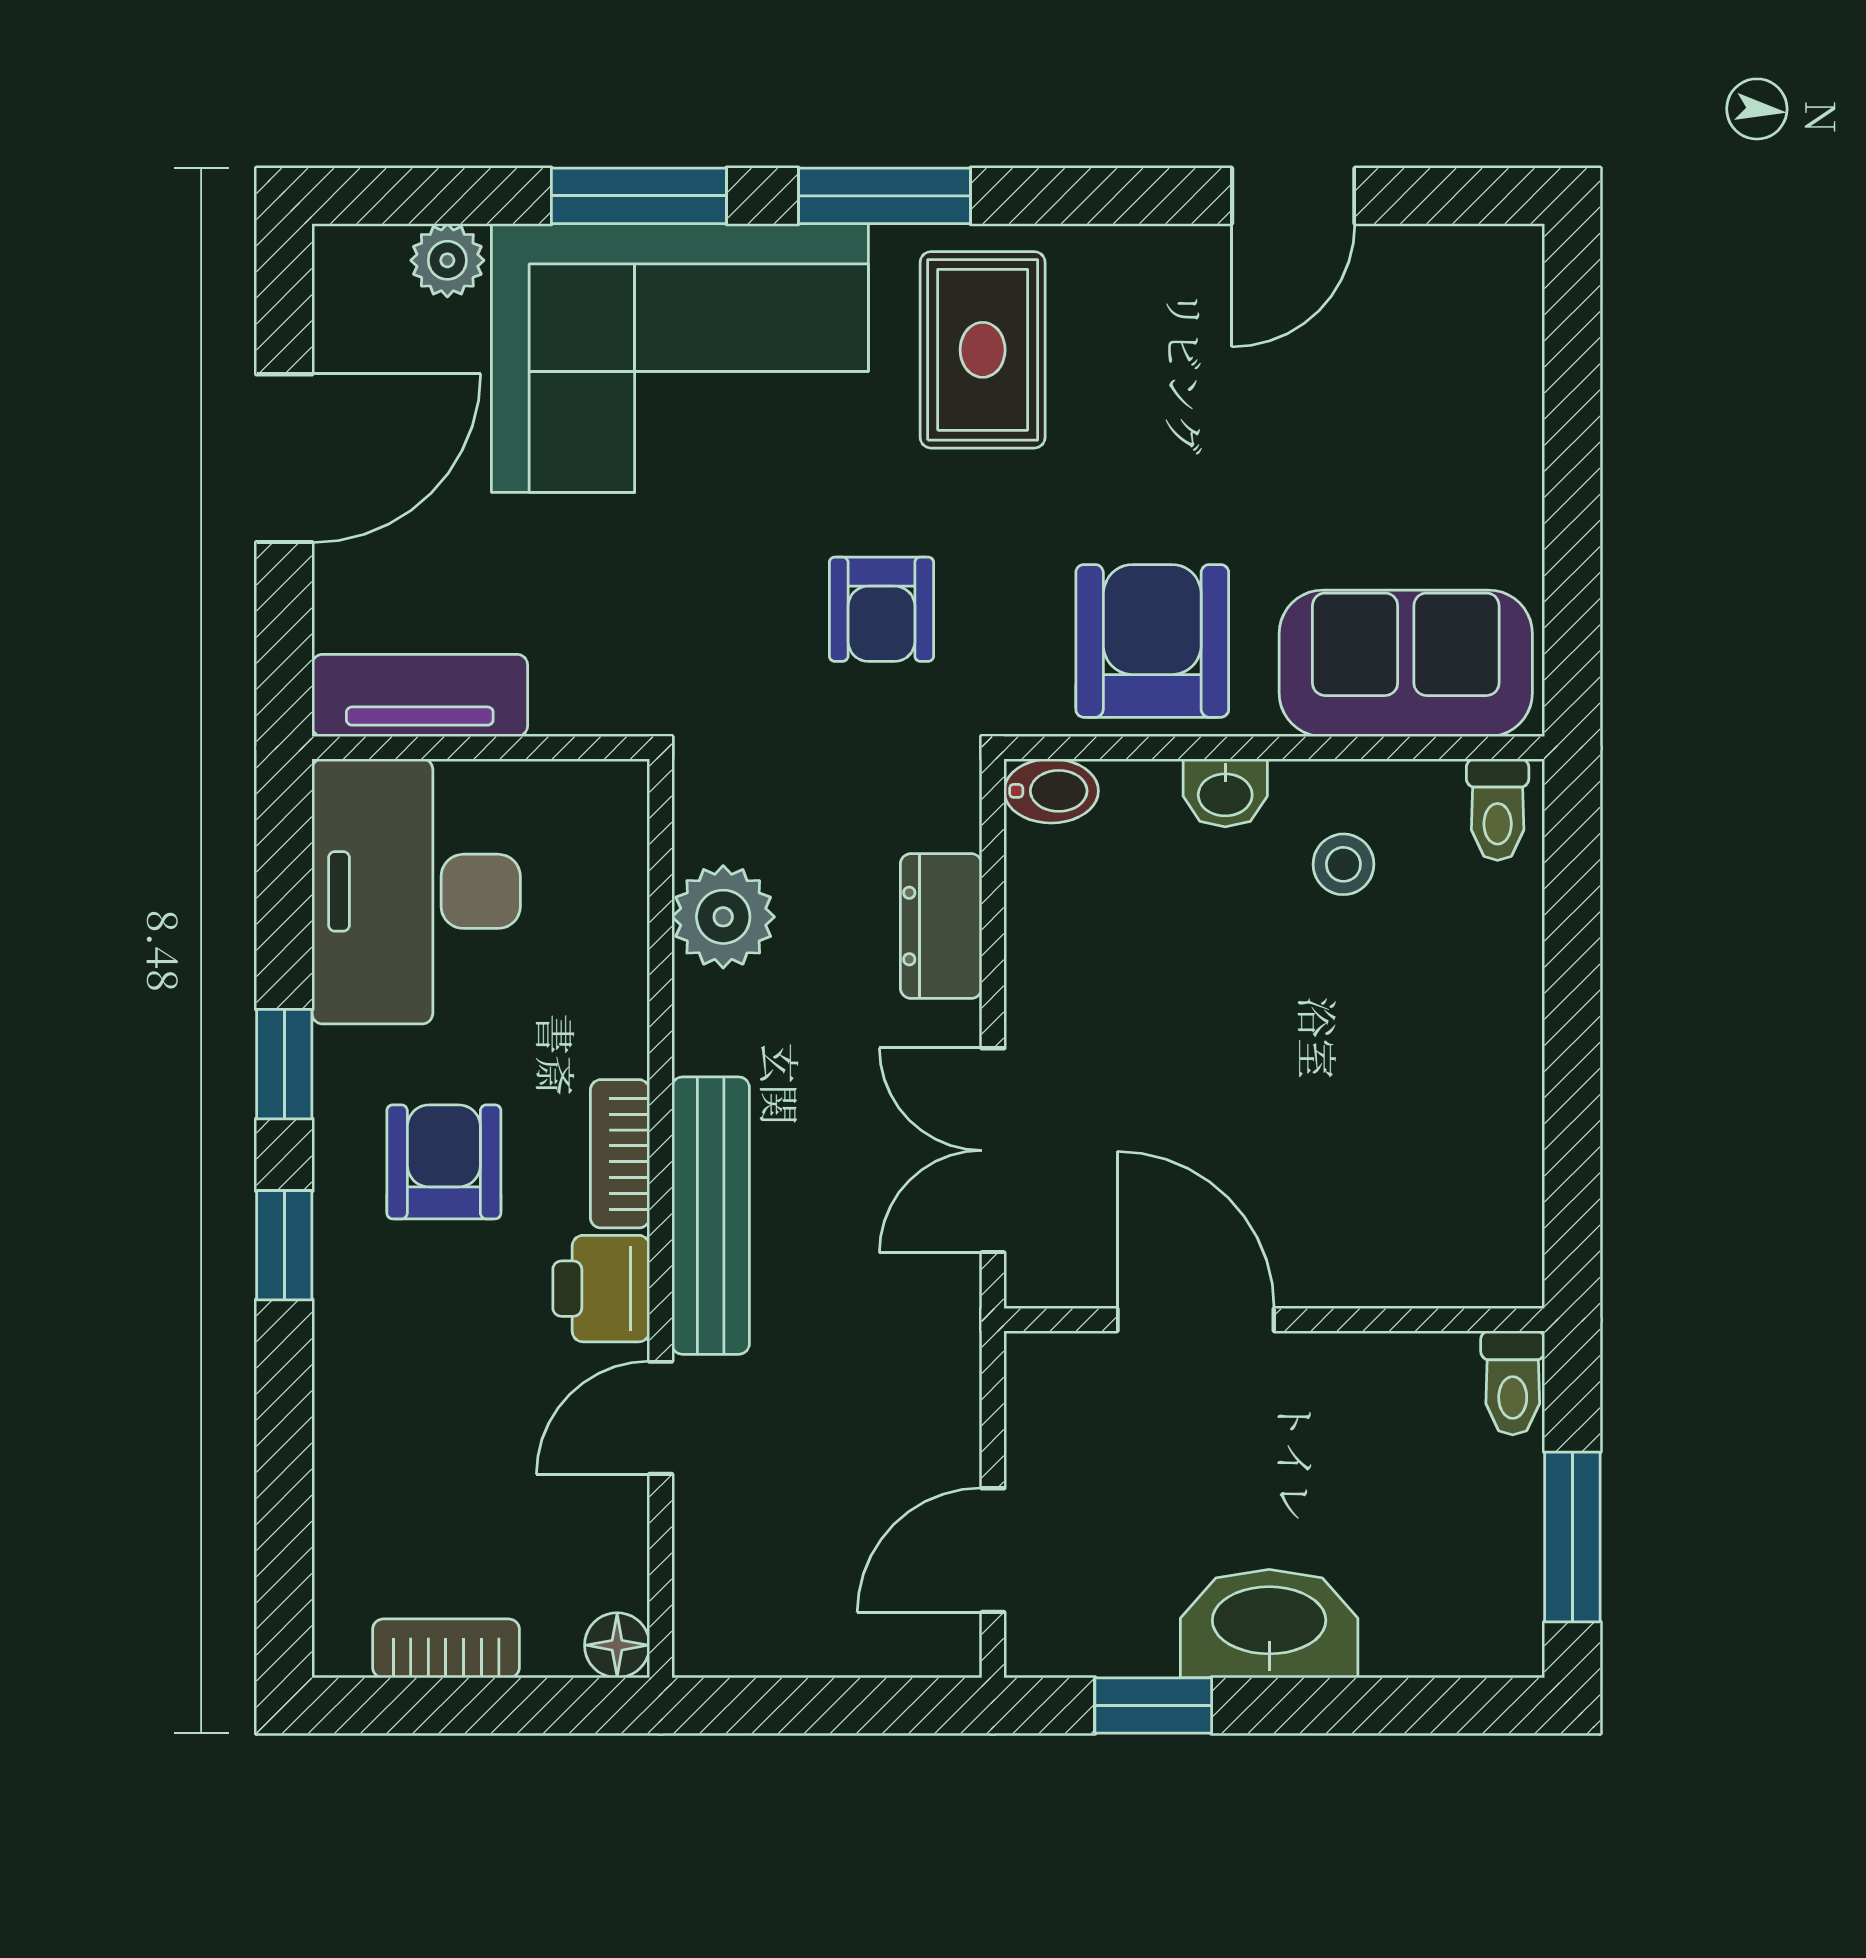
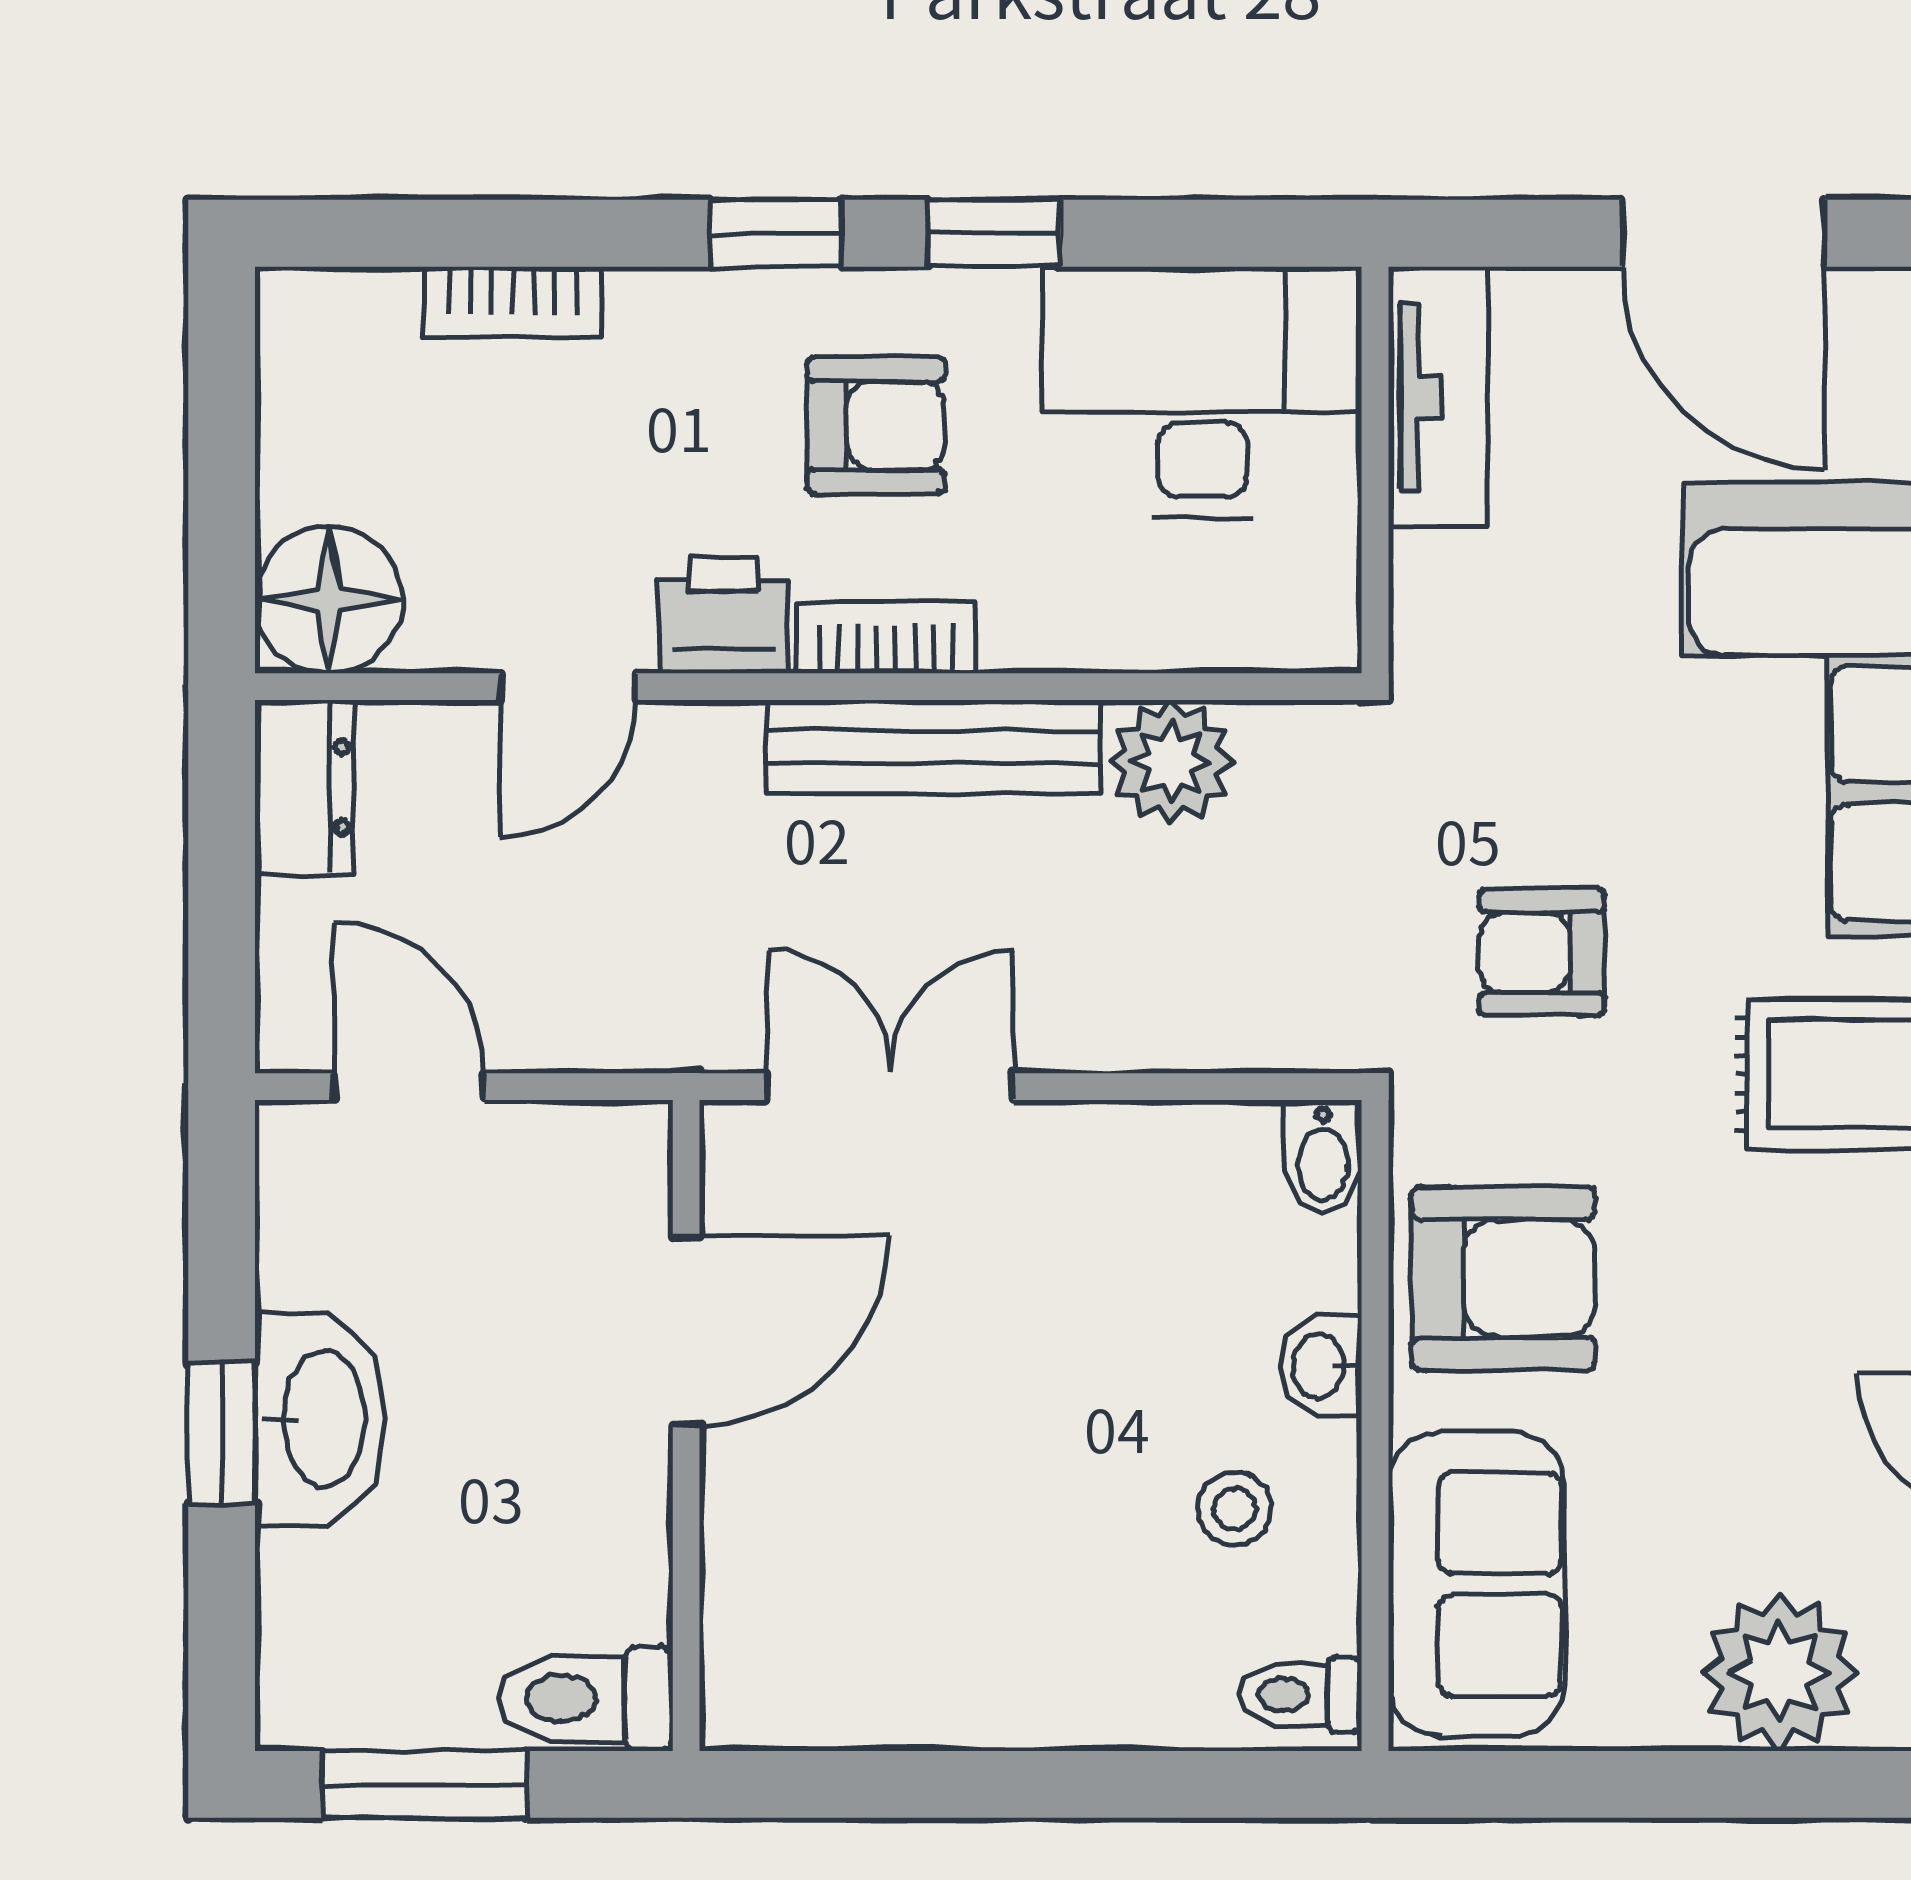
plant: (1479, 412) -> (1779, 1672), added
dresser: (941, 926) -> (304, 787), moved, turned 90
bench: (711, 1216) -> (934, 747), moved
toilet: (1513, 1383) -> (586, 1698), width x1.37, depth x1.39
door: (661, 1418) -> (568, 687), swing flipped
floor lamp: (617, 1645) -> (329, 599), width x1.89, depth x1.89
bookcase: (446, 1648) -> (513, 302), moved, turned 90
window: (1153, 1705) -> (222, 1433), moved

